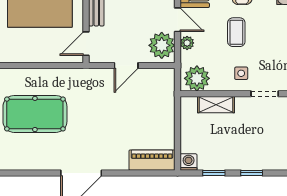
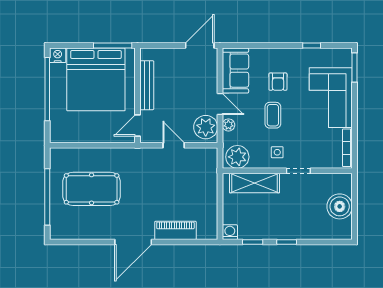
door: (126, 66) -> (174, 145), swing flipped
shelving: (216, 105) -> (255, 183), width x1.50, depth x1.33
piano: (152, 160) -> (175, 230), moved

